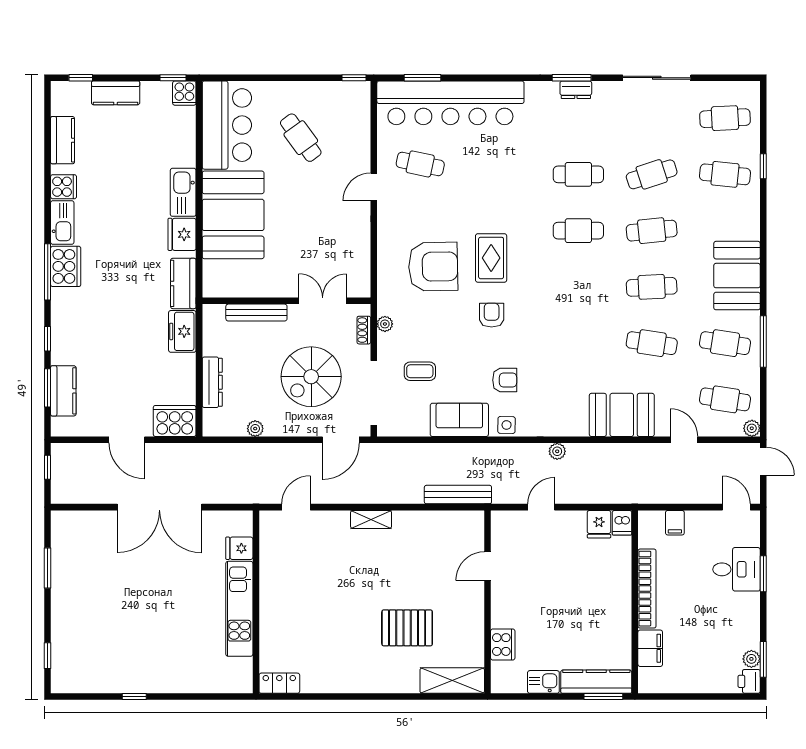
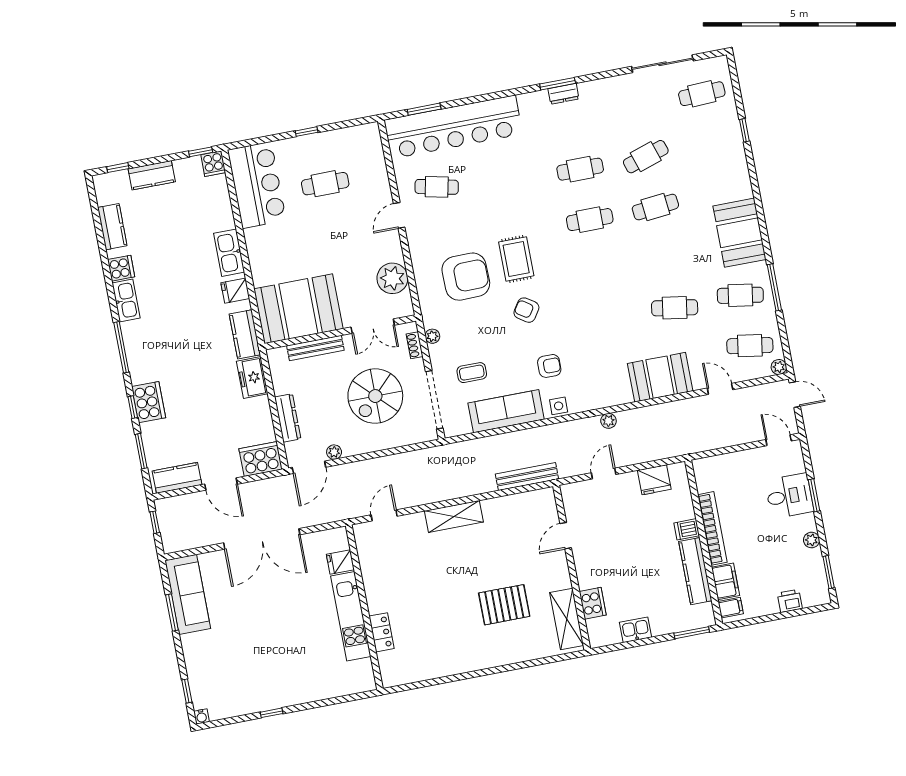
window: (354, 78) -> (307, 132), moved
sliding door: (657, 78) -> (662, 64), moved
cafe table: (301, 138) -> (325, 184), turned -54
cafe table: (725, 174) -> (711, 144), removed
booth: (233, 215) -> (298, 309), moved, turned 90
fridge: (182, 234) -> (235, 291), width x0.72
plant: (354, 253) -> (392, 278), added
cooker: (66, 266) -> (149, 402), moved
cafe table: (652, 287) -> (665, 257), removed
double door: (323, 301) -> (373, 326), swing flipped
armchair: (492, 315) -> (526, 310), turned -56
kitchen counter: (63, 391) -> (177, 478), moved, turned -90
sofa: (459, 420) -> (506, 411), width x1.36
door: (341, 440) -> (309, 467), moved
shelving: (371, 519) -> (454, 516), width x1.50, depth x1.33
dishwasher: (622, 523) -> (687, 529), moved, turned 90
filing cabinet: (675, 523) -> (731, 608), moved, turned -90
fridge: (599, 524) -> (654, 480), width x1.38
sofa: (68, 552) -> (188, 594), added
plant: (751, 659) -> (812, 540), moved
shelving: (452, 681) -> (567, 619), moved, turned 90
printer: (749, 681) -> (790, 601), moved, turned 90
kitchen counter: (596, 682) -> (695, 571), moved, turned -90
locker: (279, 683) -> (382, 632), moved, turned 90
water cooler: (58, 686) -> (201, 716), added

